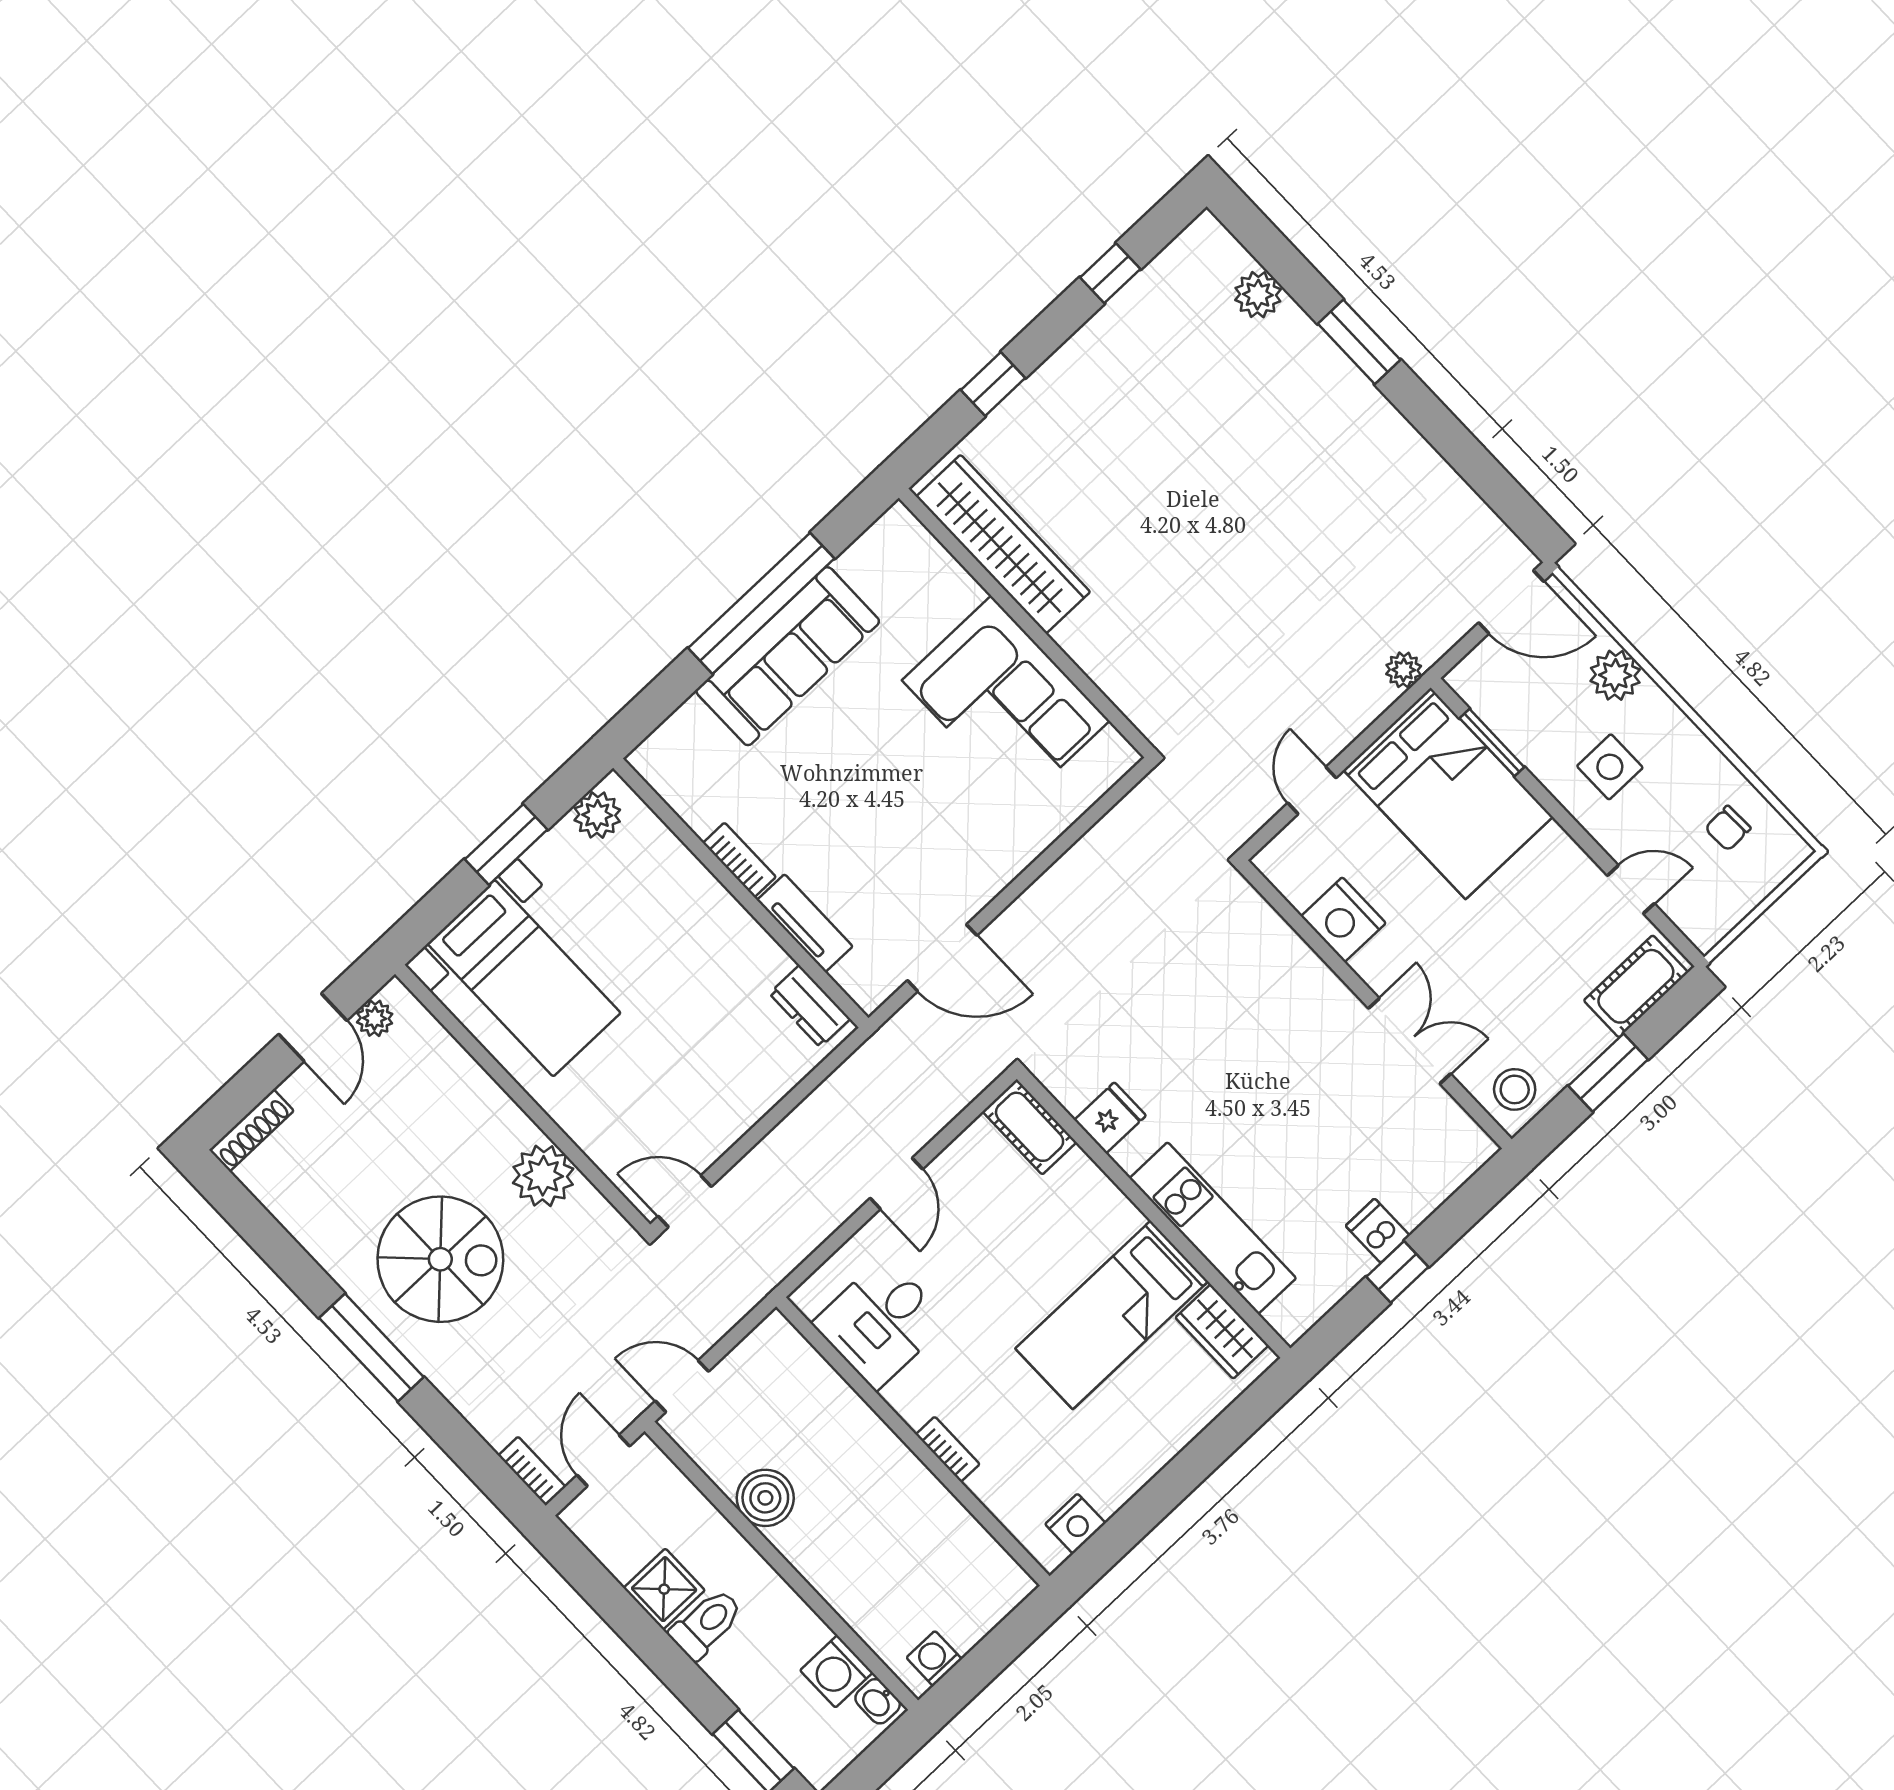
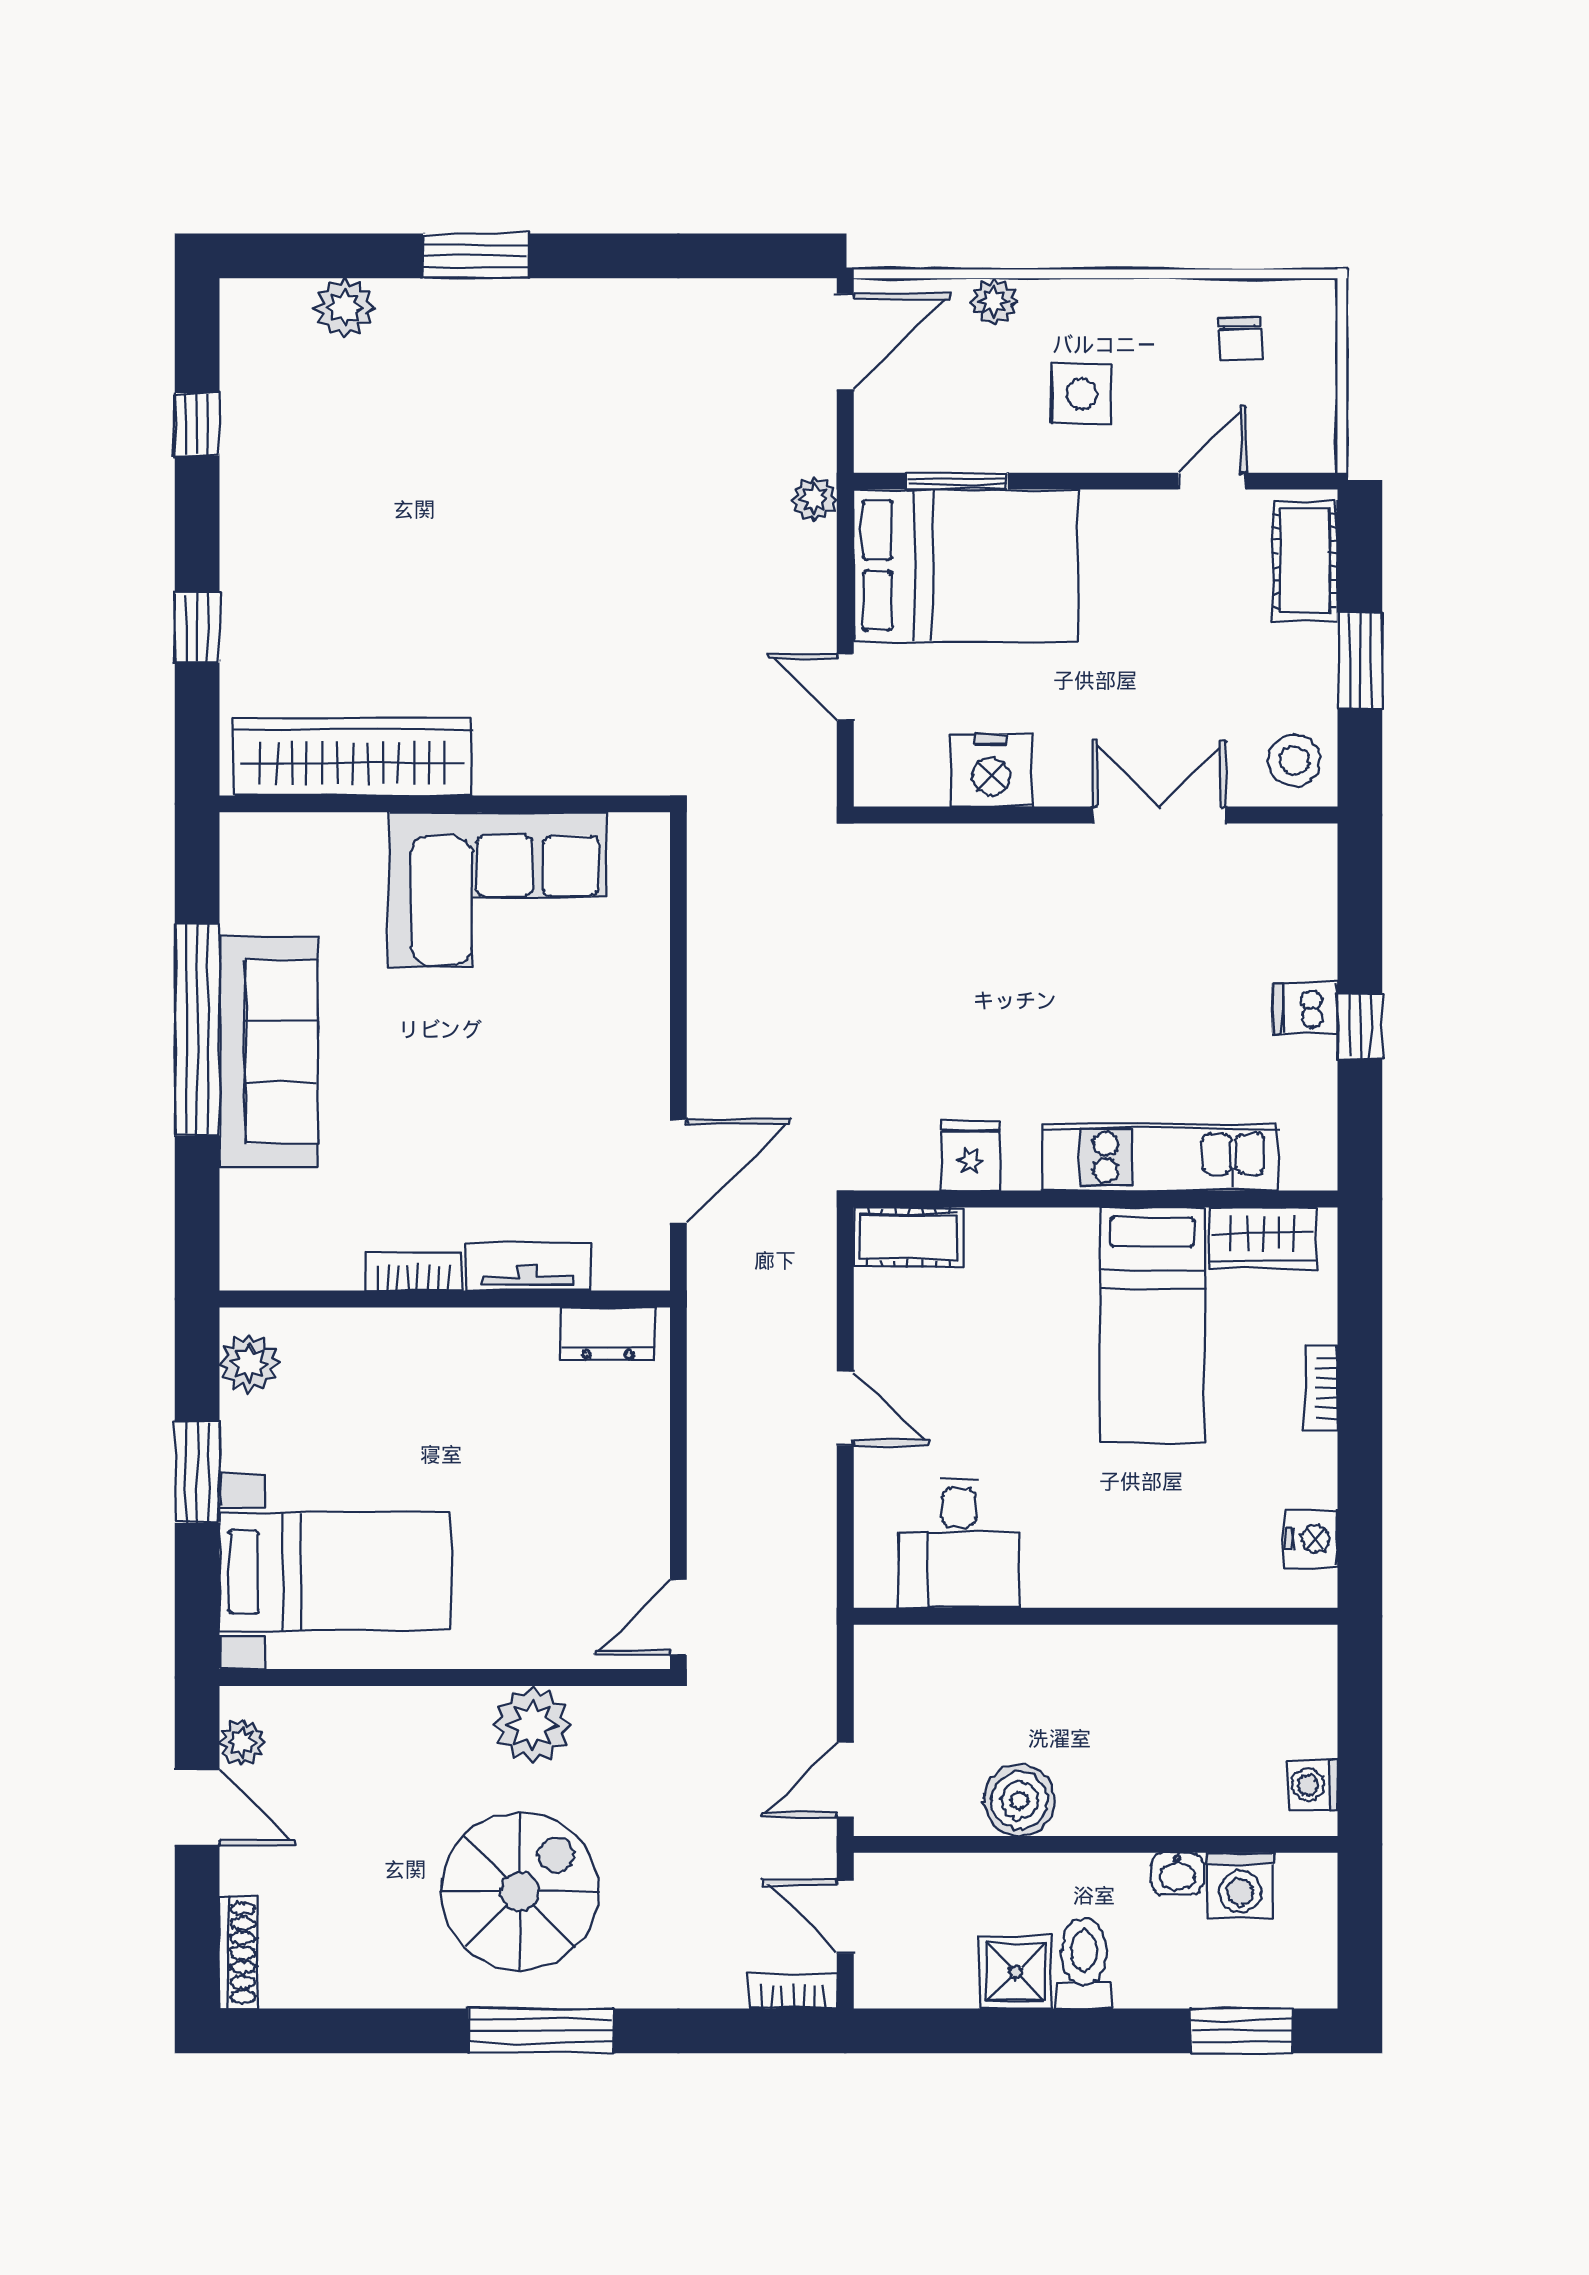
plant: (1615, 675) -> (994, 301), width x0.73, depth x0.73
bookcase: (948, 1449) -> (1321, 1389), moved, turned -90
washbasin: (878, 1701) -> (1177, 1874), moved

